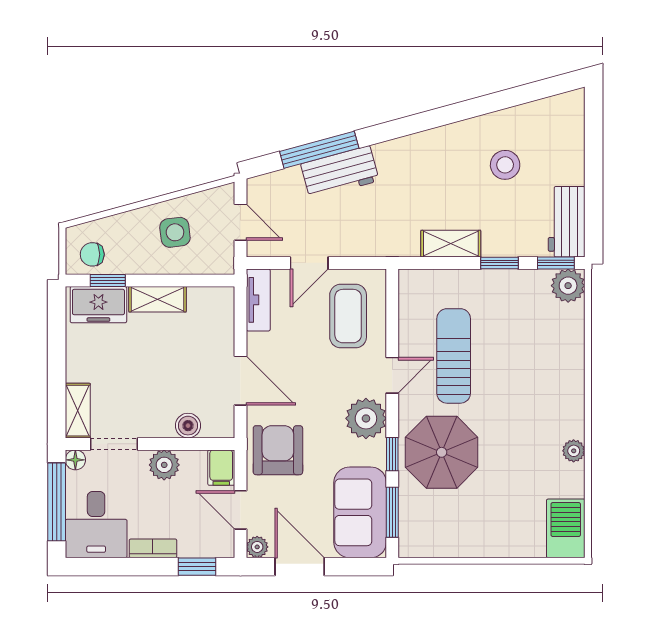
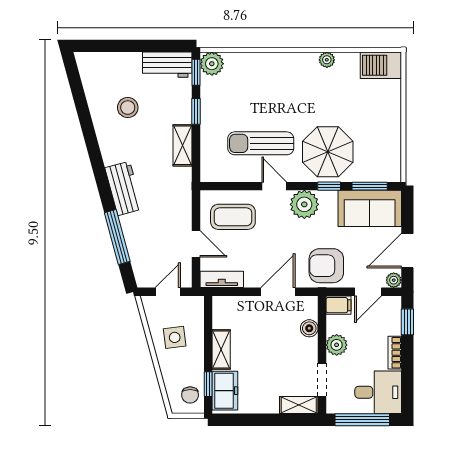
workbench: (340, 172) -> (124, 188), moved
floor lamp: (75, 460) -> (333, 407), removed

